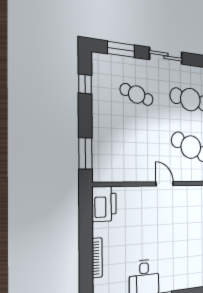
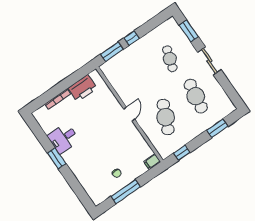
window: (85, 84) -> (132, 38), moved
printer: (104, 204) -> (83, 88), moved

